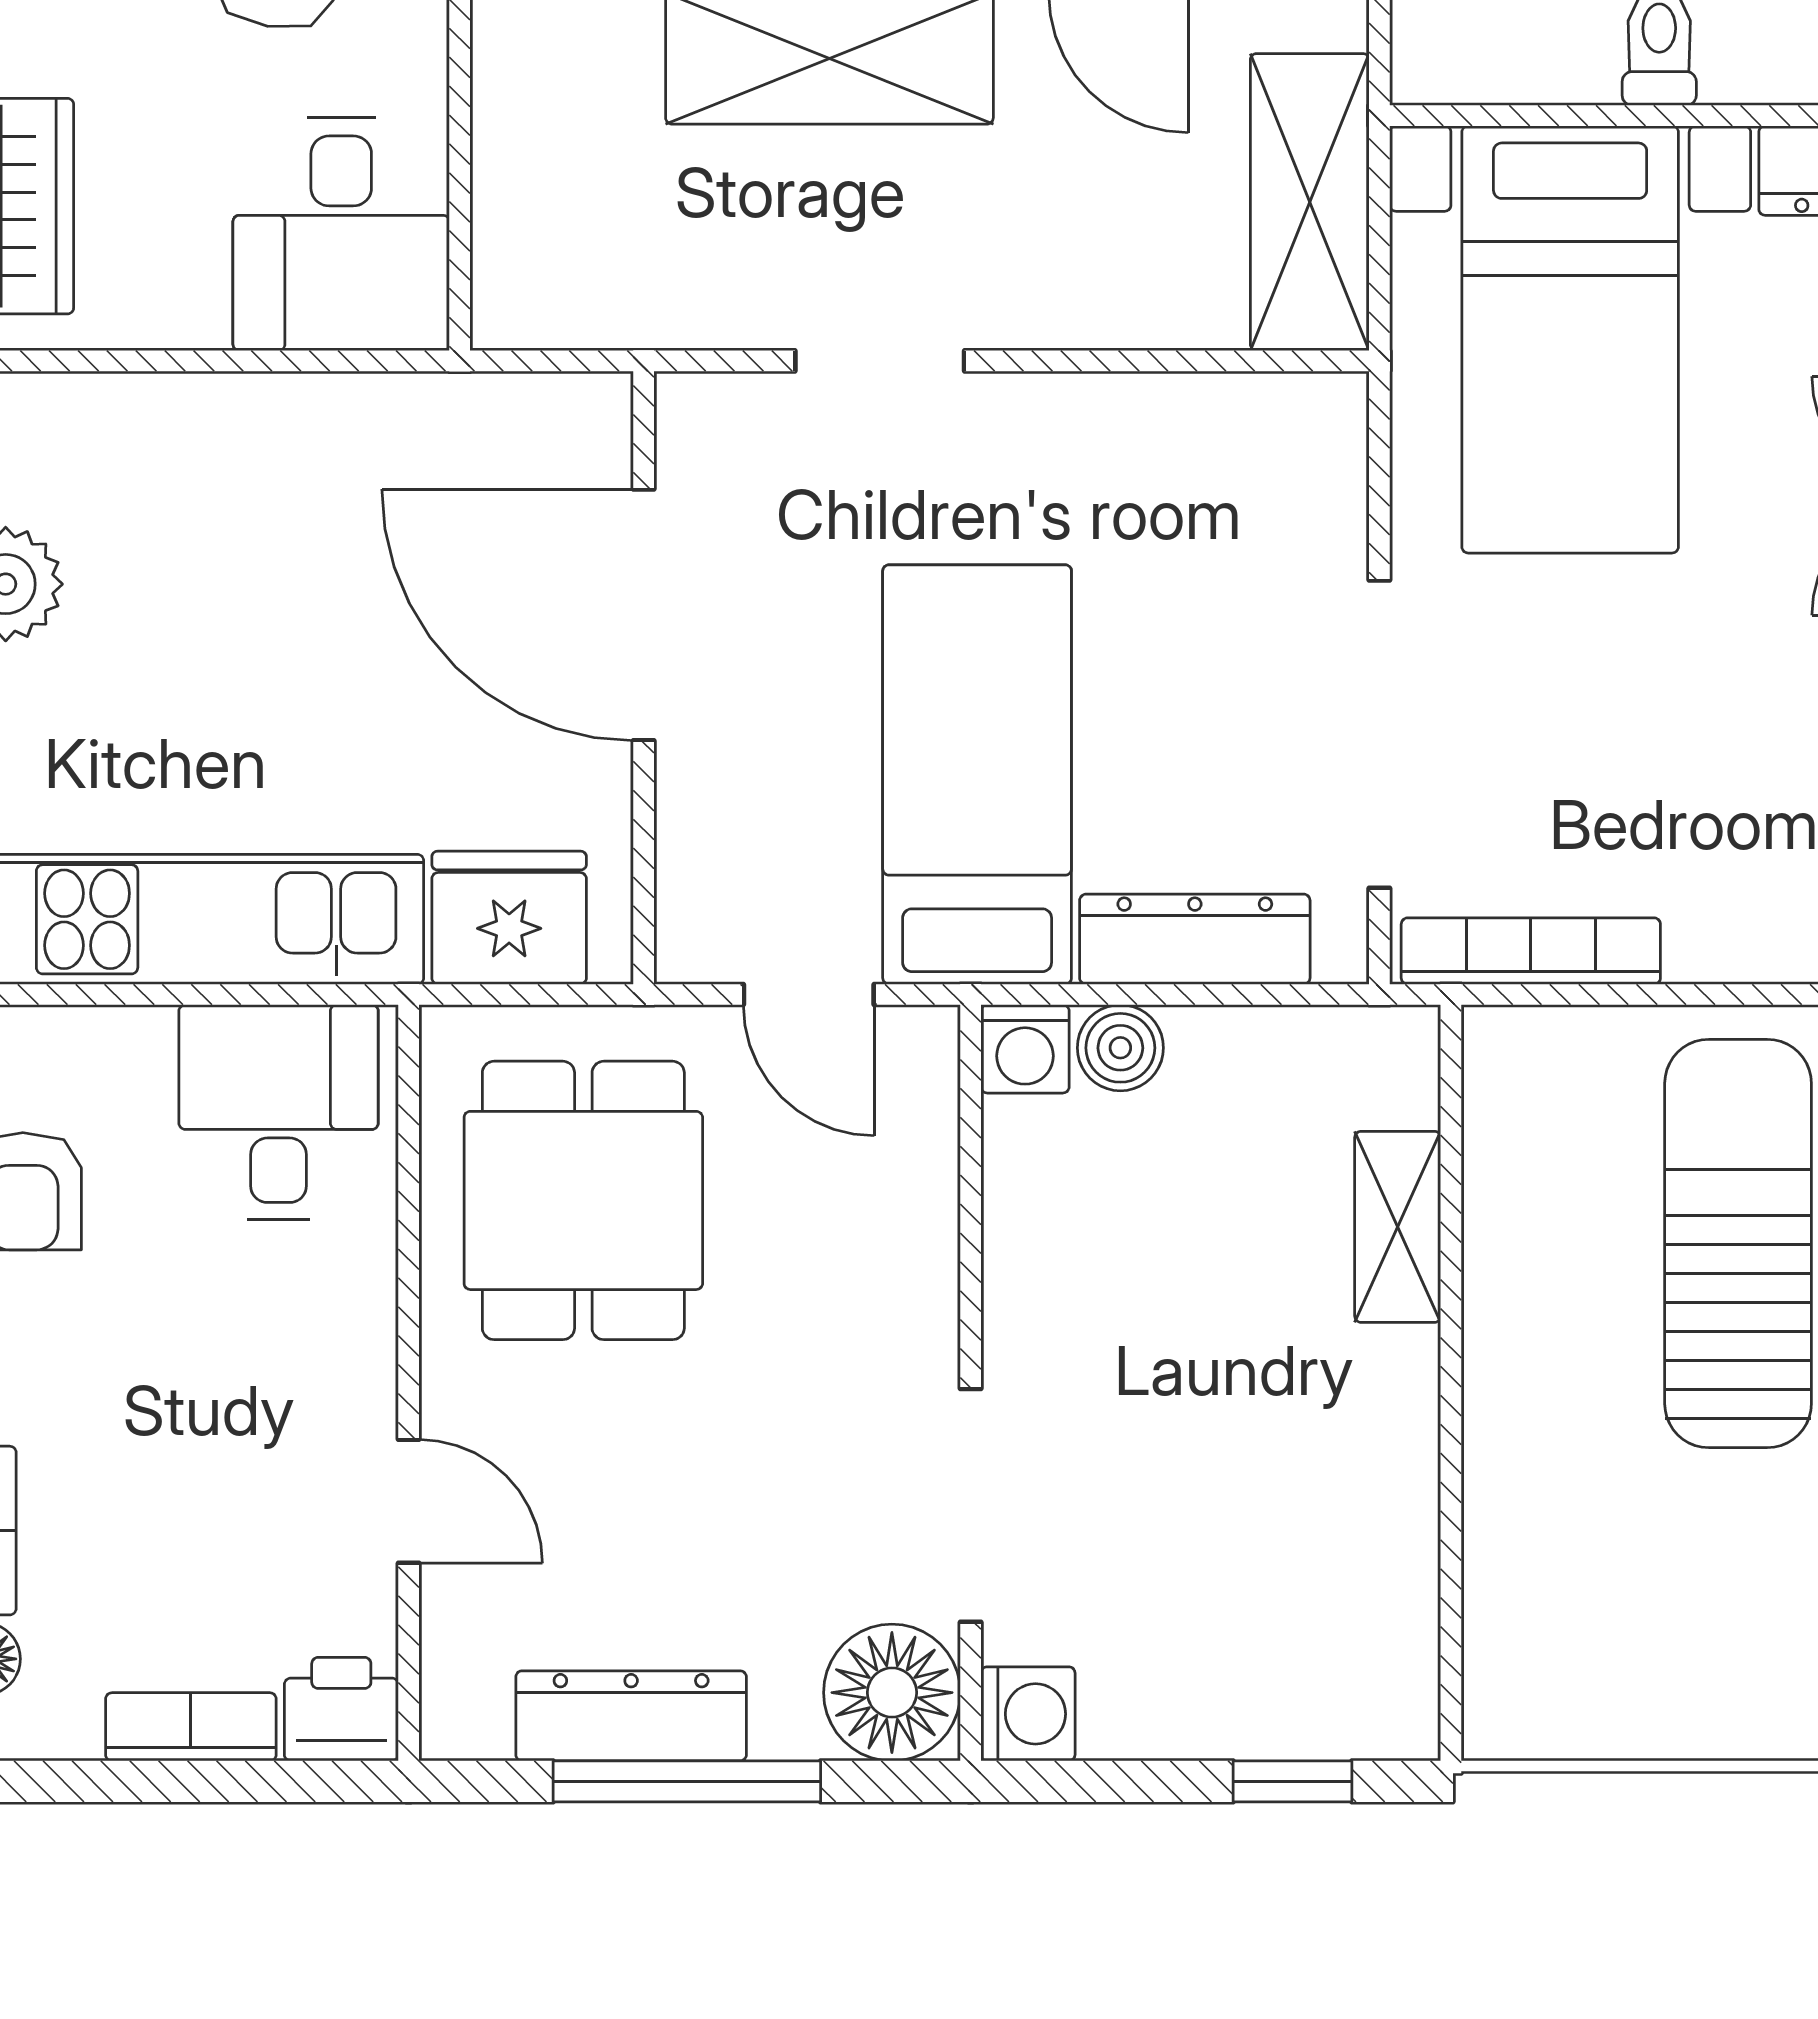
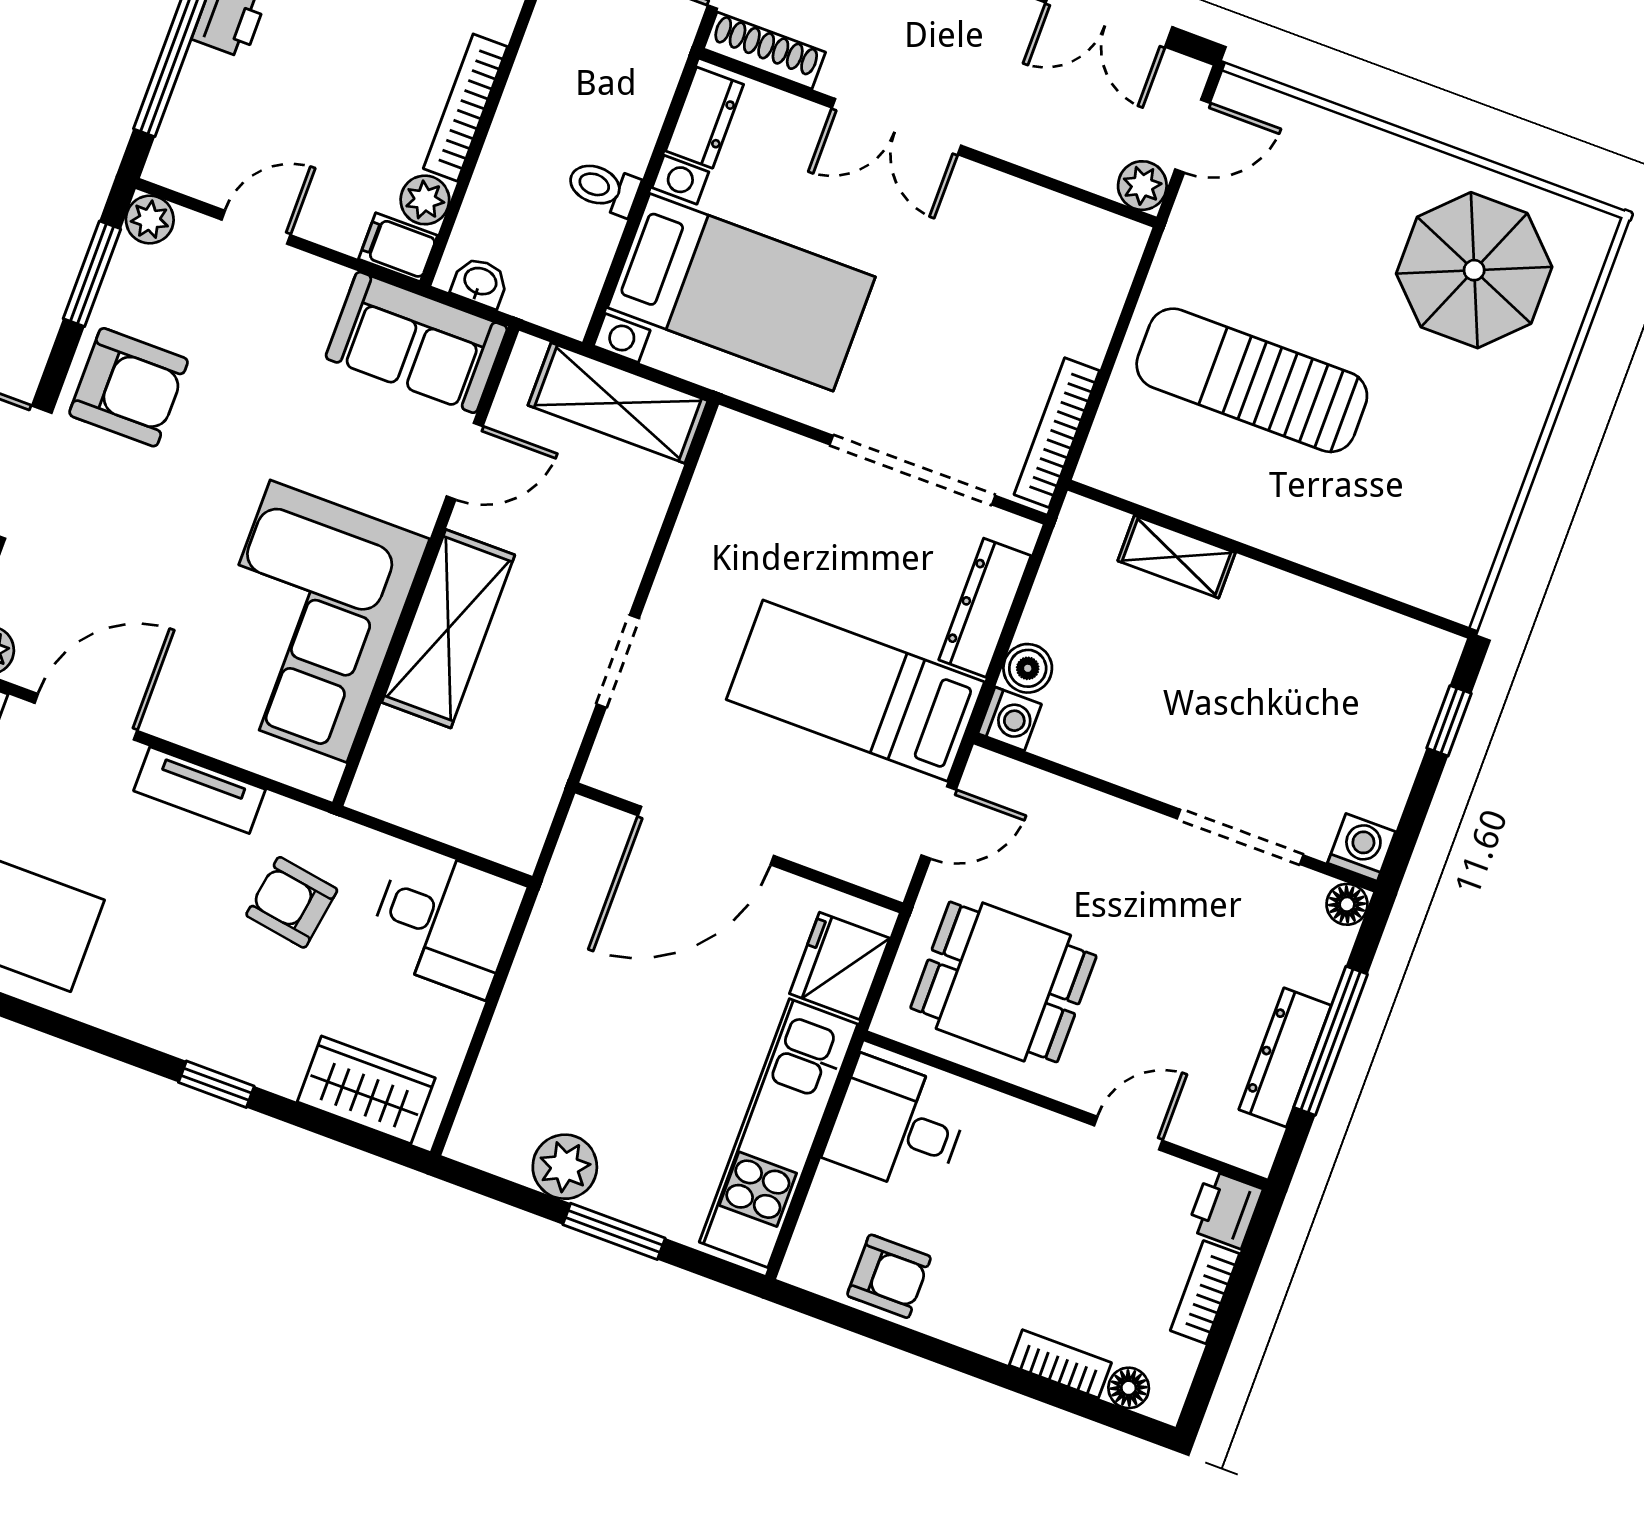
floor lamp: (892, 1693) -> (1347, 904), width x0.53, depth x0.53

